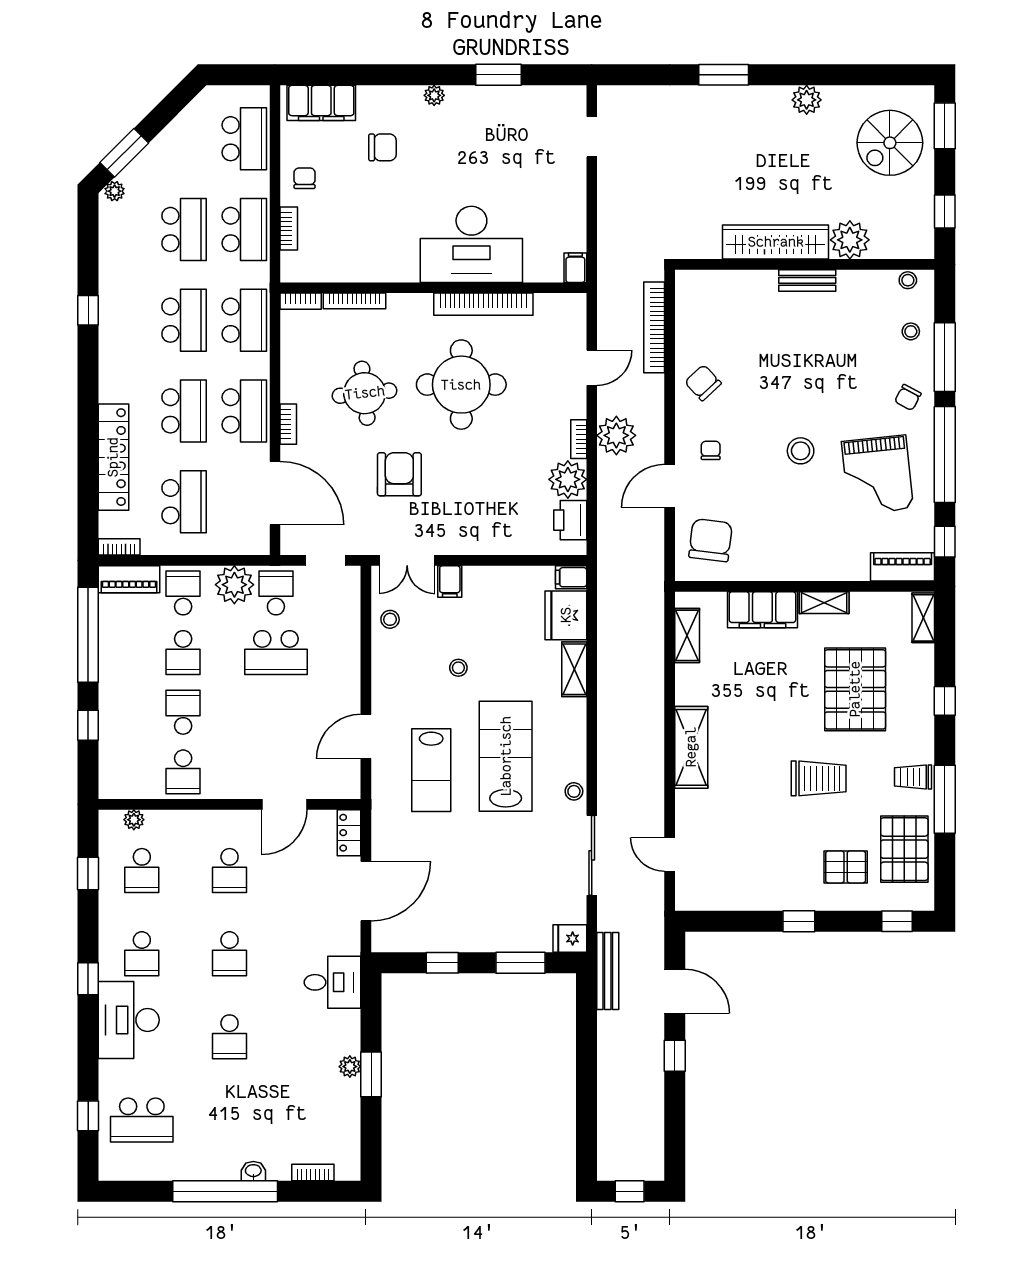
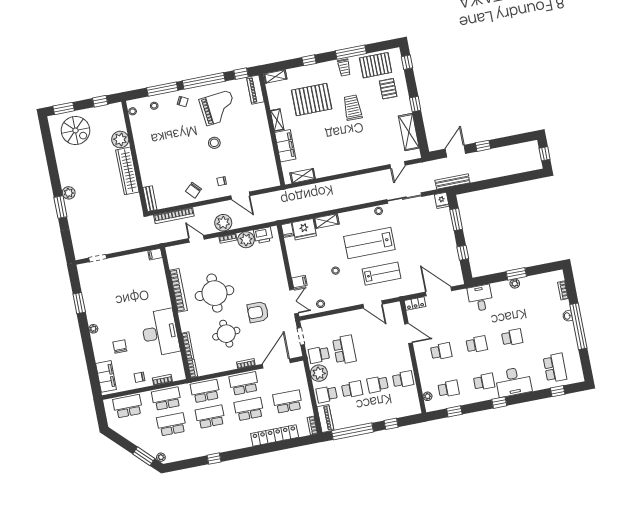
plant: (807, 100) -> (69, 193), moved
desk: (471, 244) -> (160, 333), moved
bench: (807, 280) -> (150, 199), moved
chair: (711, 540) -> (260, 174), removed
shelving: (691, 747) -> (409, 132), moved, turned 90

